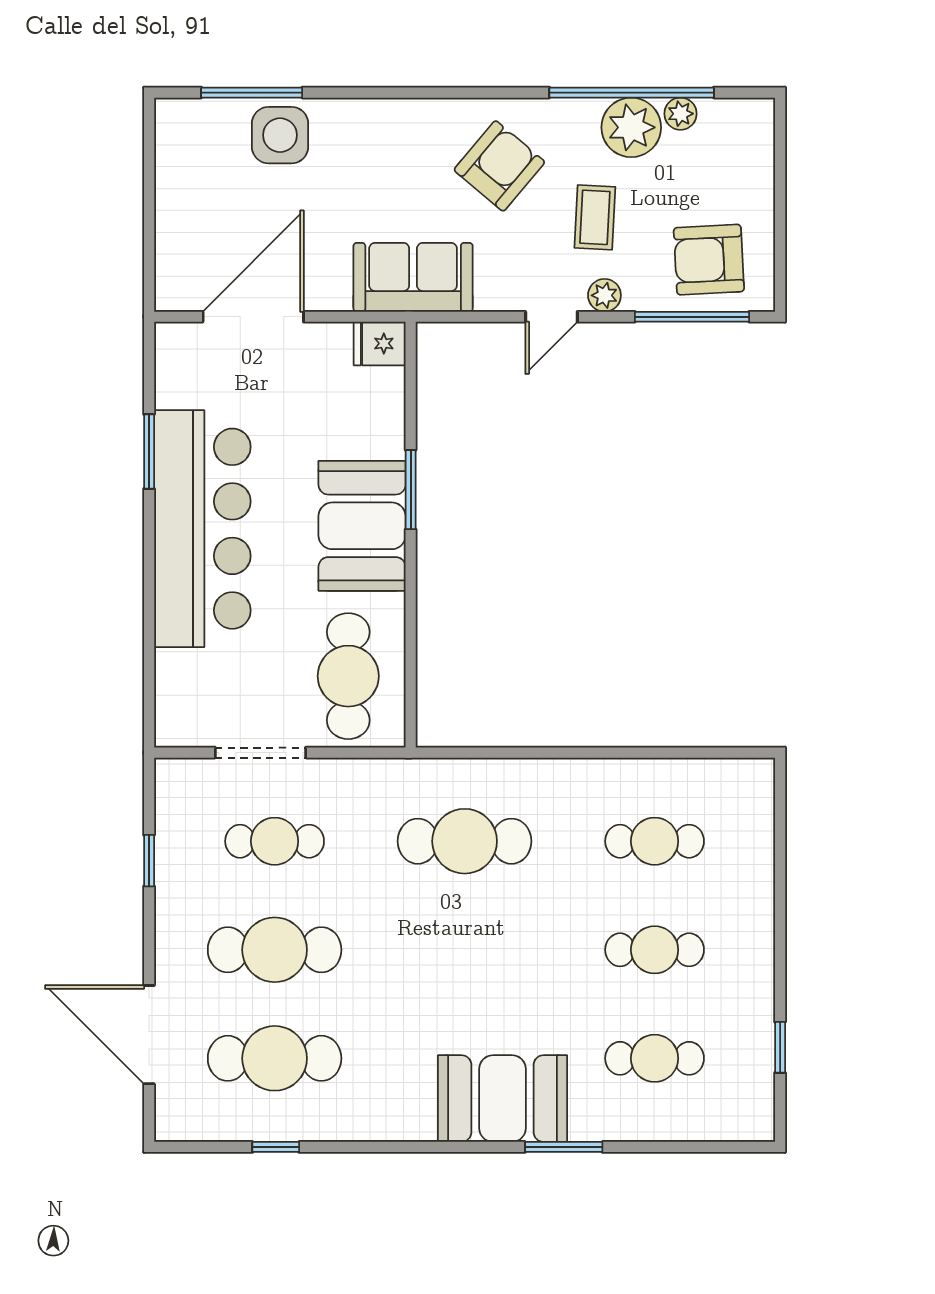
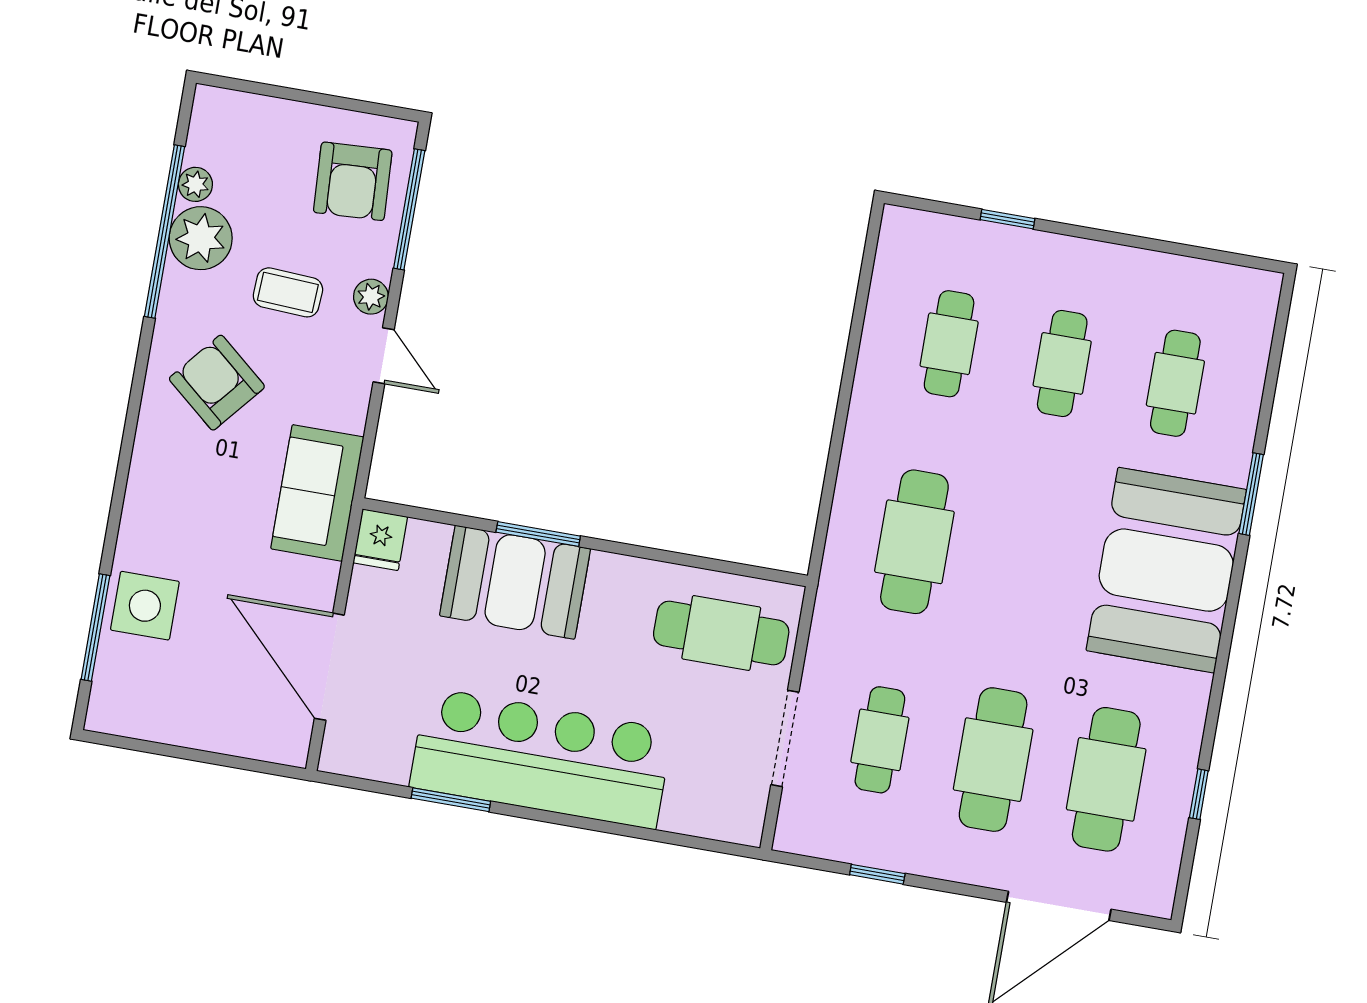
booth: (362, 526) -> (515, 582), moved
window: (780, 1047) -> (1008, 219), moved
booth: (503, 1099) -> (1166, 570), width x1.36, depth x1.42

